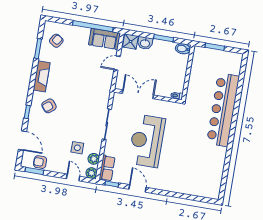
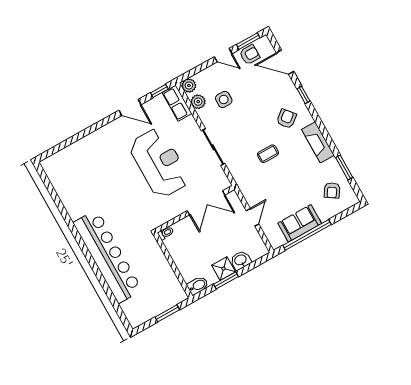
sofa: (105, 39) -> (300, 223), moved
shower: (130, 42) -> (224, 269), moved
coffee table: (77, 94) -> (268, 154), added
door: (73, 177) -> (223, 55), moved

